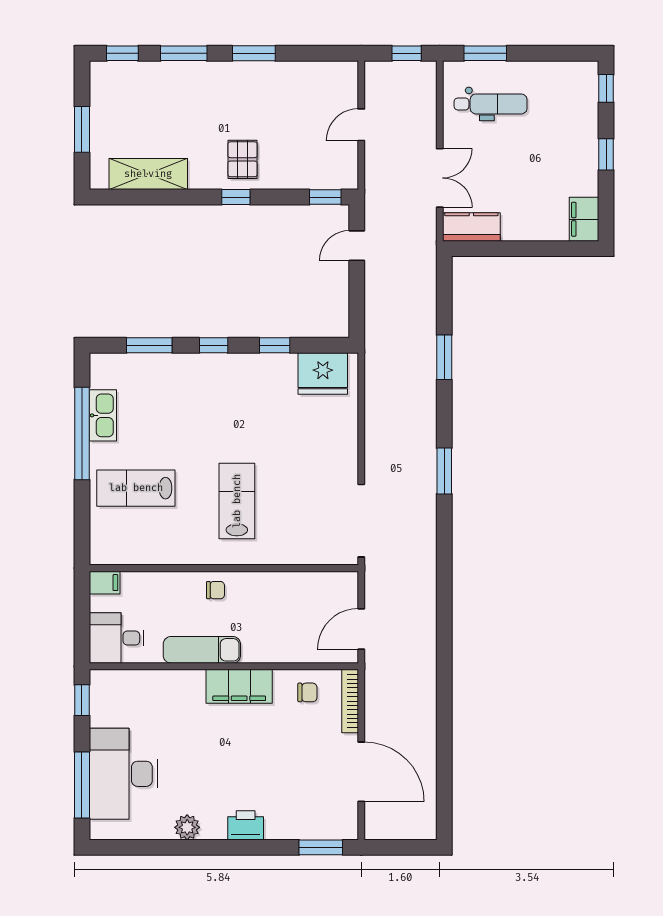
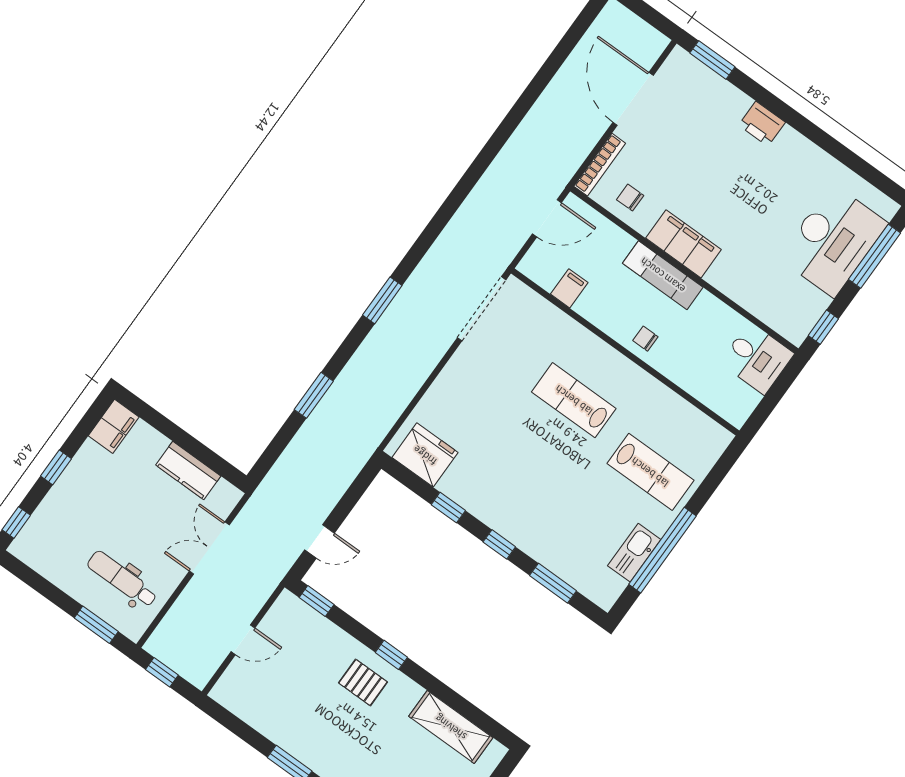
pallet: (243, 159) -> (363, 682), turned 90
kitchen counter: (471, 227) -> (188, 471), moved
lab bench: (237, 501) -> (574, 400), turned 90
filing cabinet: (105, 583) -> (569, 288), moved, turned 90
exam couch: (202, 650) -> (663, 275), moved
plant: (187, 827) -> (812, 157), removed

